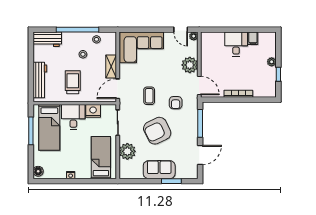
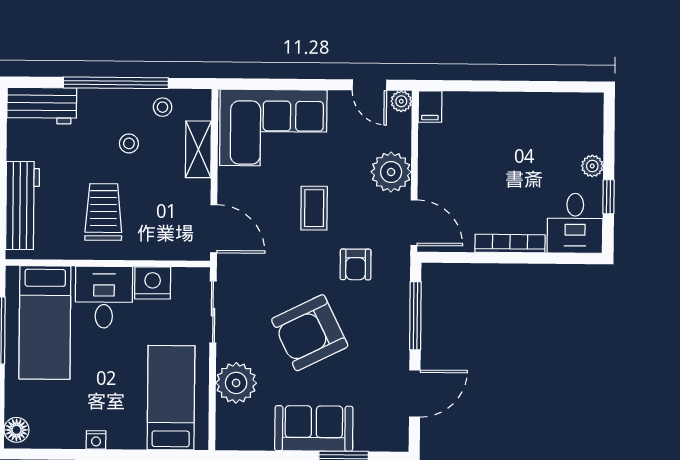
filing cabinet: (253, 38) -> (430, 107), moved
desk: (236, 44) -> (575, 223), moved, turned 180
shelving: (111, 67) -> (198, 149), moved
door: (118, 89) -> (214, 229), swing flipped
coffee table: (149, 96) -> (314, 208), moved

